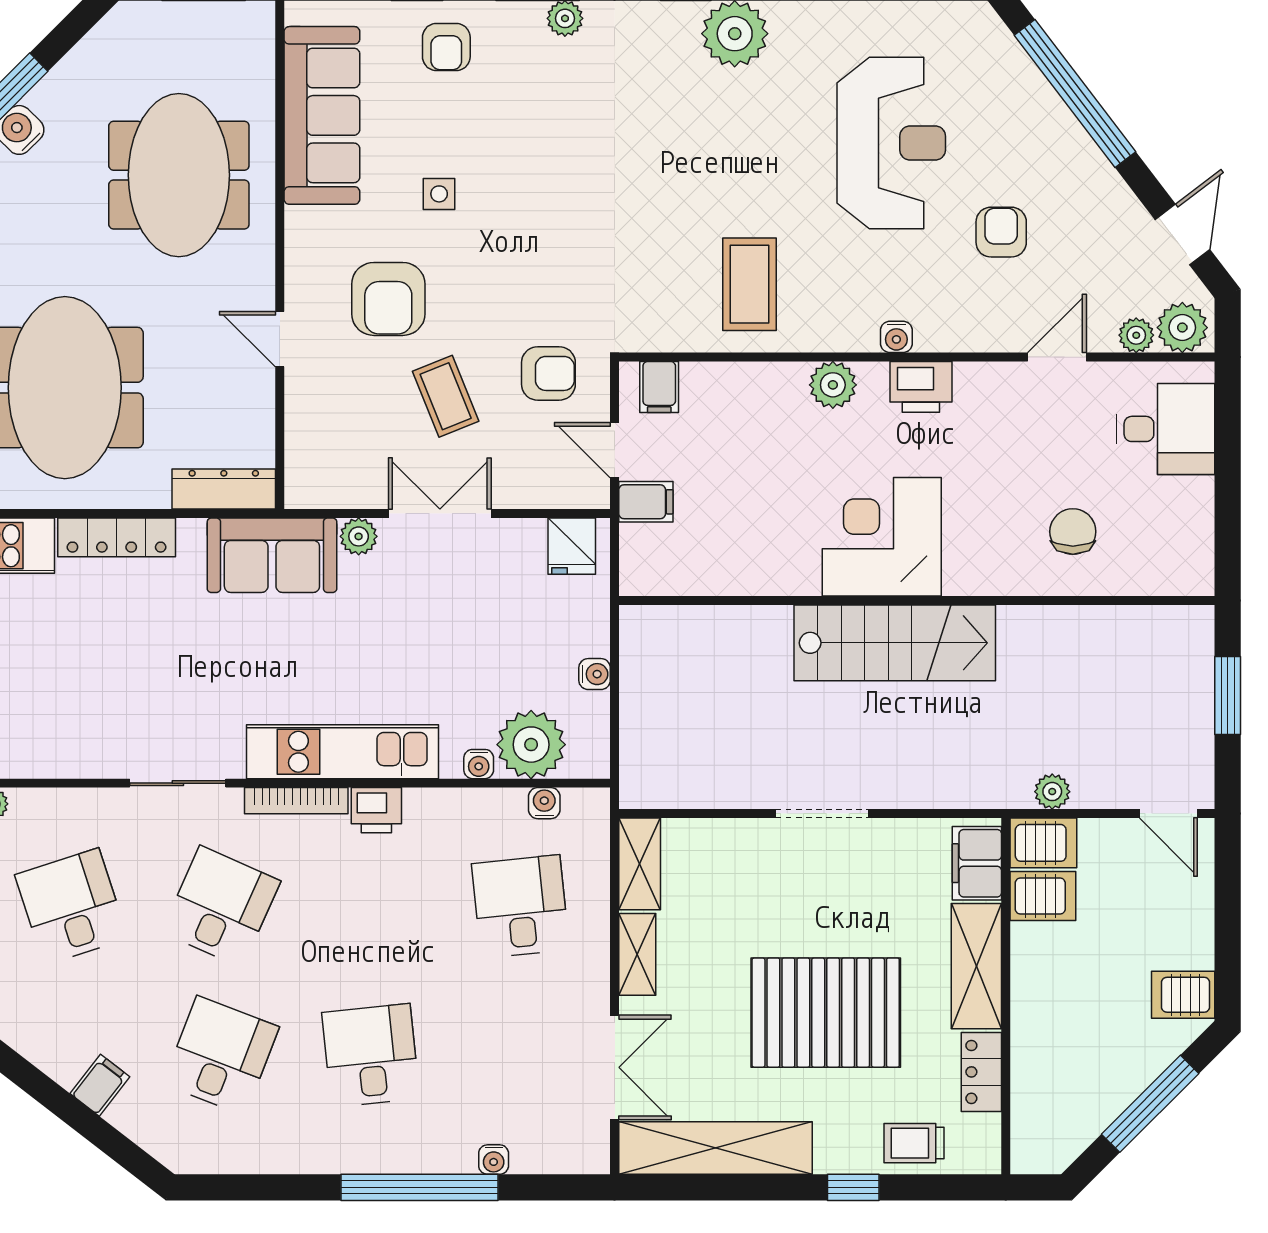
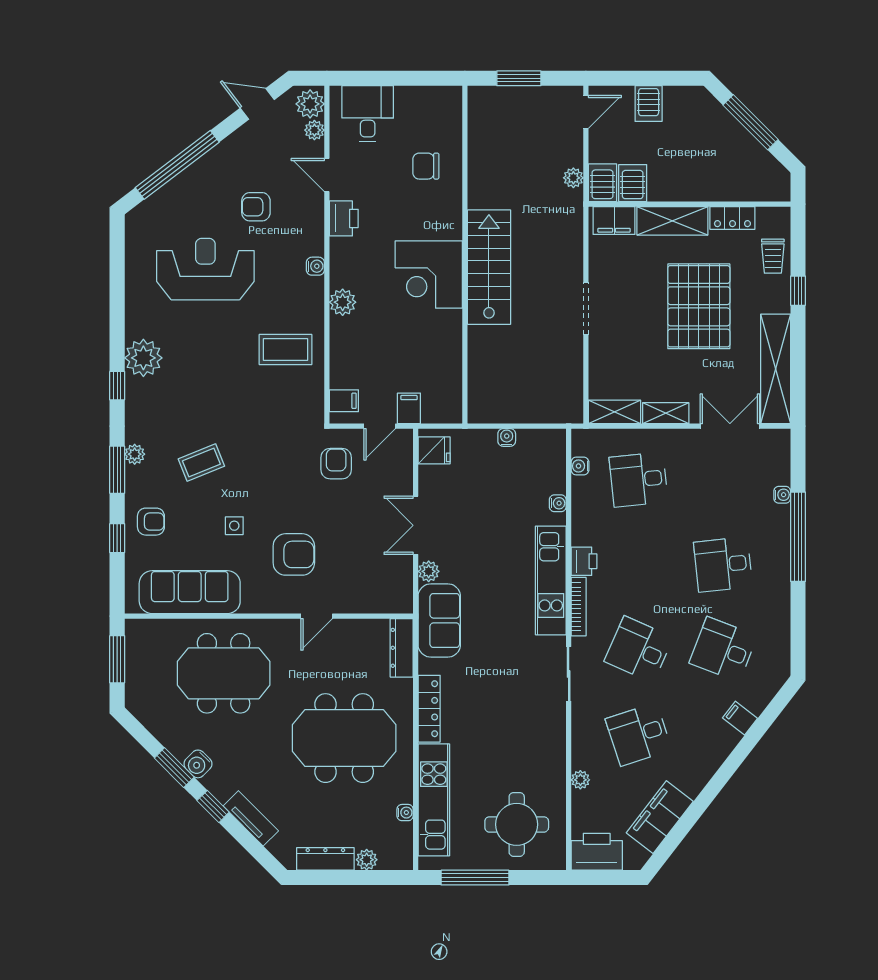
printer: (921, 387) -> (344, 218), moved
coffee table: (446, 396) -> (201, 463), moved
plant: (531, 745) -> (547, 473), removed
server rack: (1183, 995) -> (649, 104), moved

